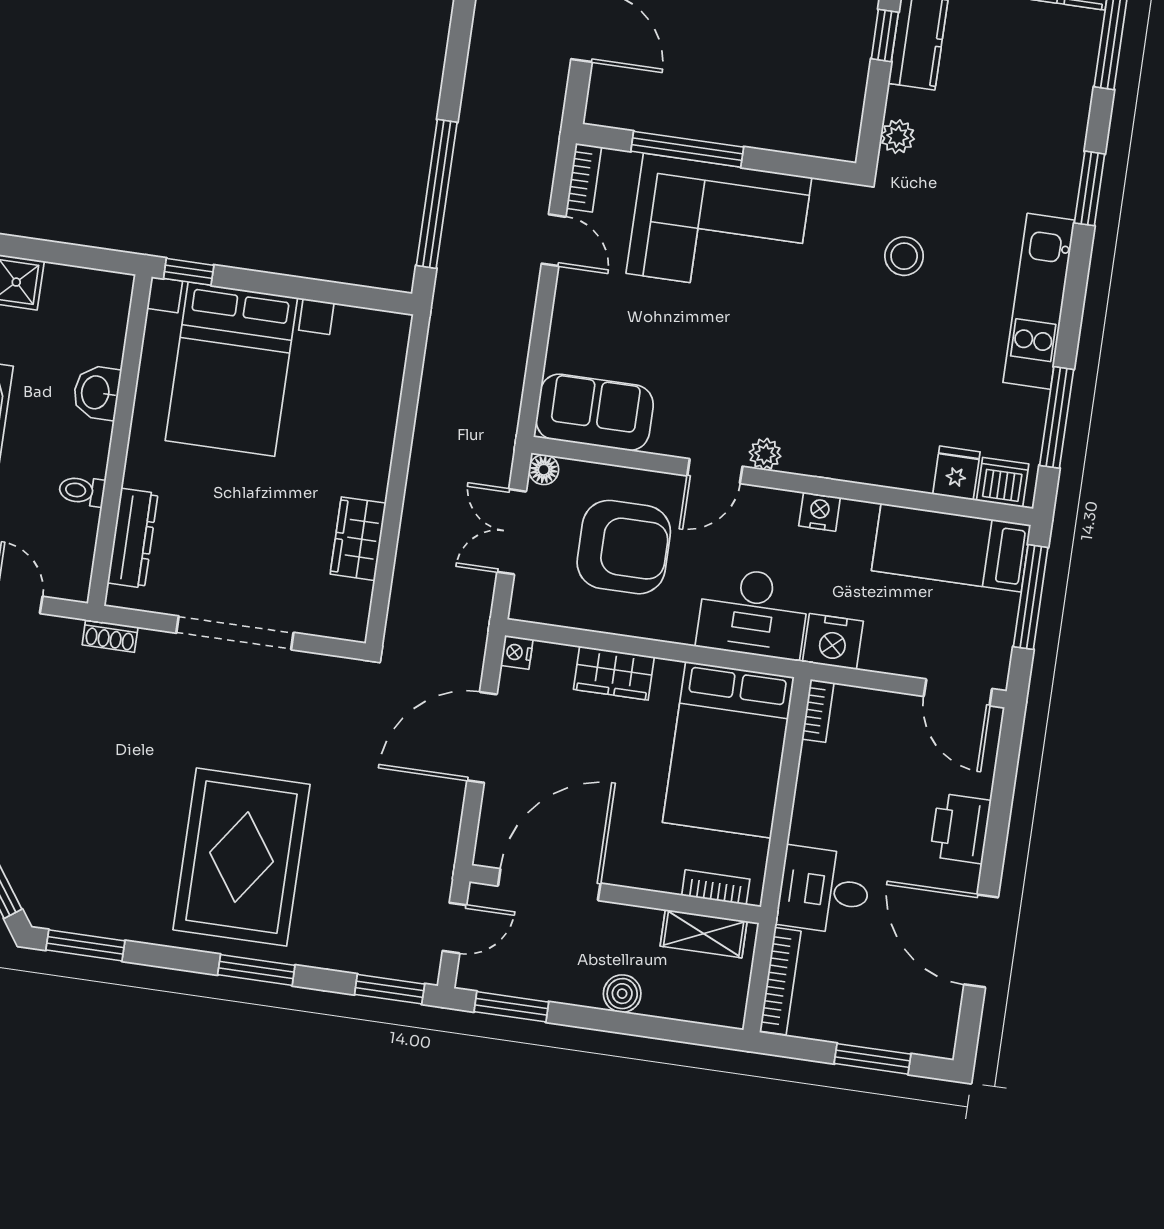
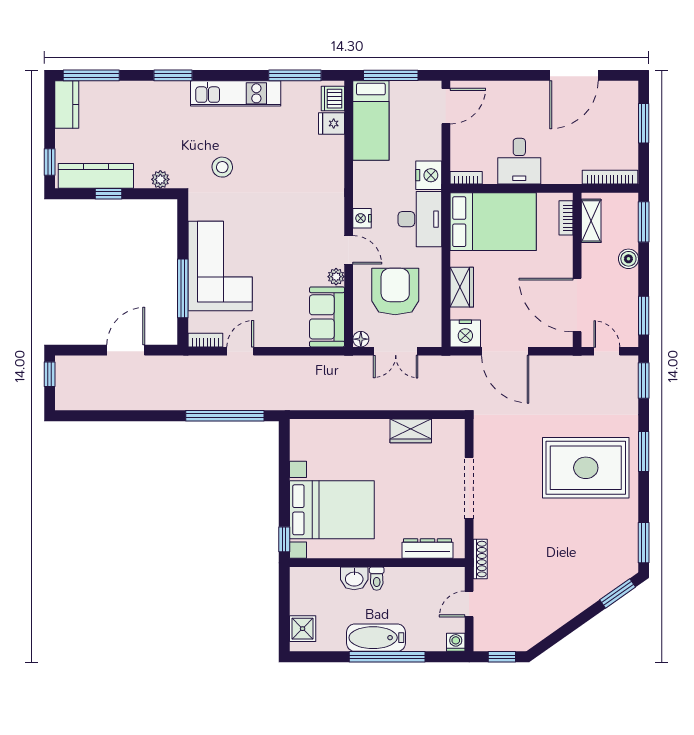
plant: (765, 454) -> (336, 277), moved
toilet: (82, 491) -> (377, 579), moved
nightstand: (820, 512) -> (362, 218), moved
shoe rack: (110, 636) -> (480, 559), width x1.43
nightstand: (517, 652) -> (465, 333), width x1.89, depth x1.79
printer: (960, 828) -> (517, 95), removed
desk: (824, 890) -> (519, 161), moved
window: (687, 1032) -> (644, 222), added

